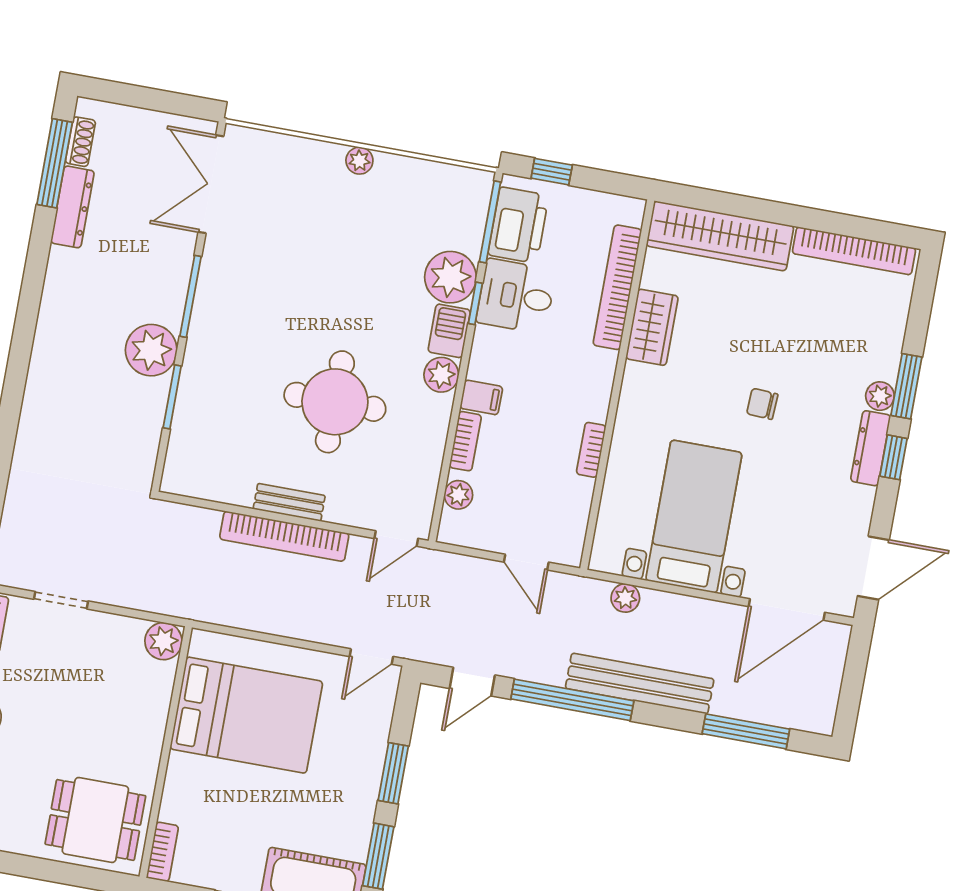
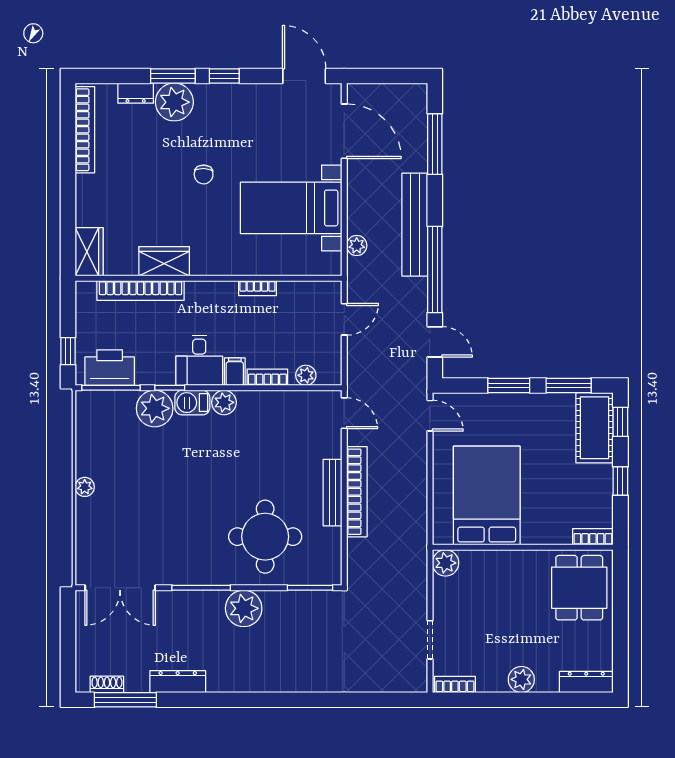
dresser: (73, 207) -> (178, 682), moved
wardrobe: (720, 236) -> (89, 252), width x0.48, depth x0.85
desk: (516, 296) -> (199, 360), moved
plant: (880, 396) -> (174, 102), width x1.87, depth x1.87
window: (172, 397) -> (310, 588), moved
round table: (335, 402) -> (265, 537), moved
dresser: (871, 448) -> (136, 93), moved, width x0.70
bench: (289, 502) -> (332, 493), width x1.36

